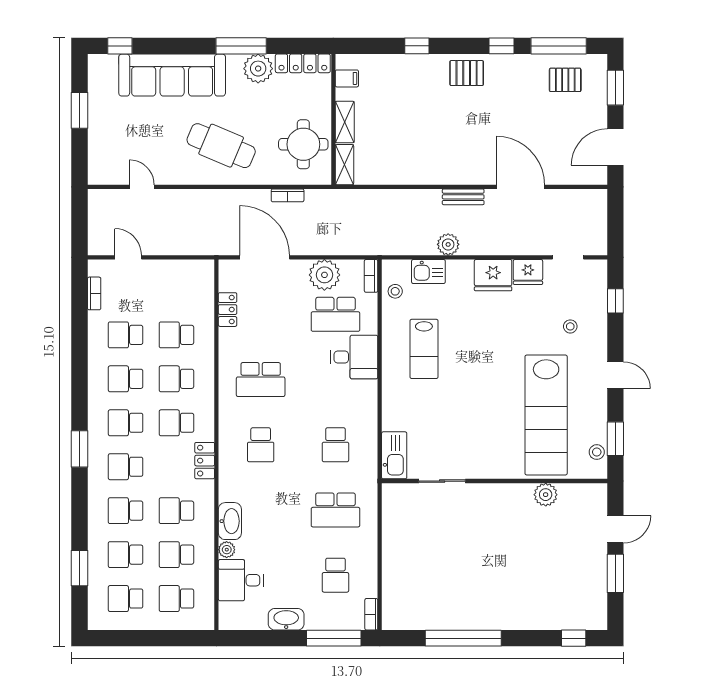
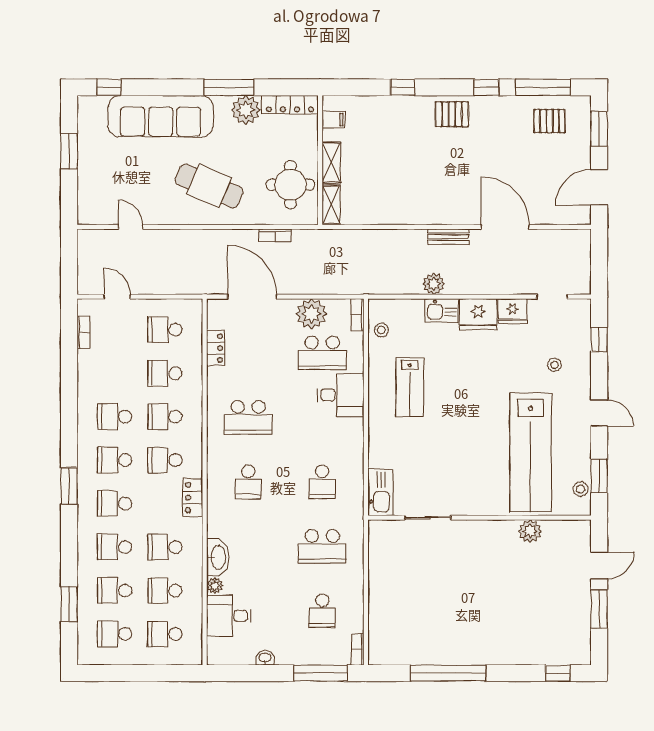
kitchen sink: (428, 272) -> (442, 311), moved
school desk: (126, 335) -> (165, 330), moved
washbasin: (286, 619) -> (265, 658), width x0.52, depth x0.69

